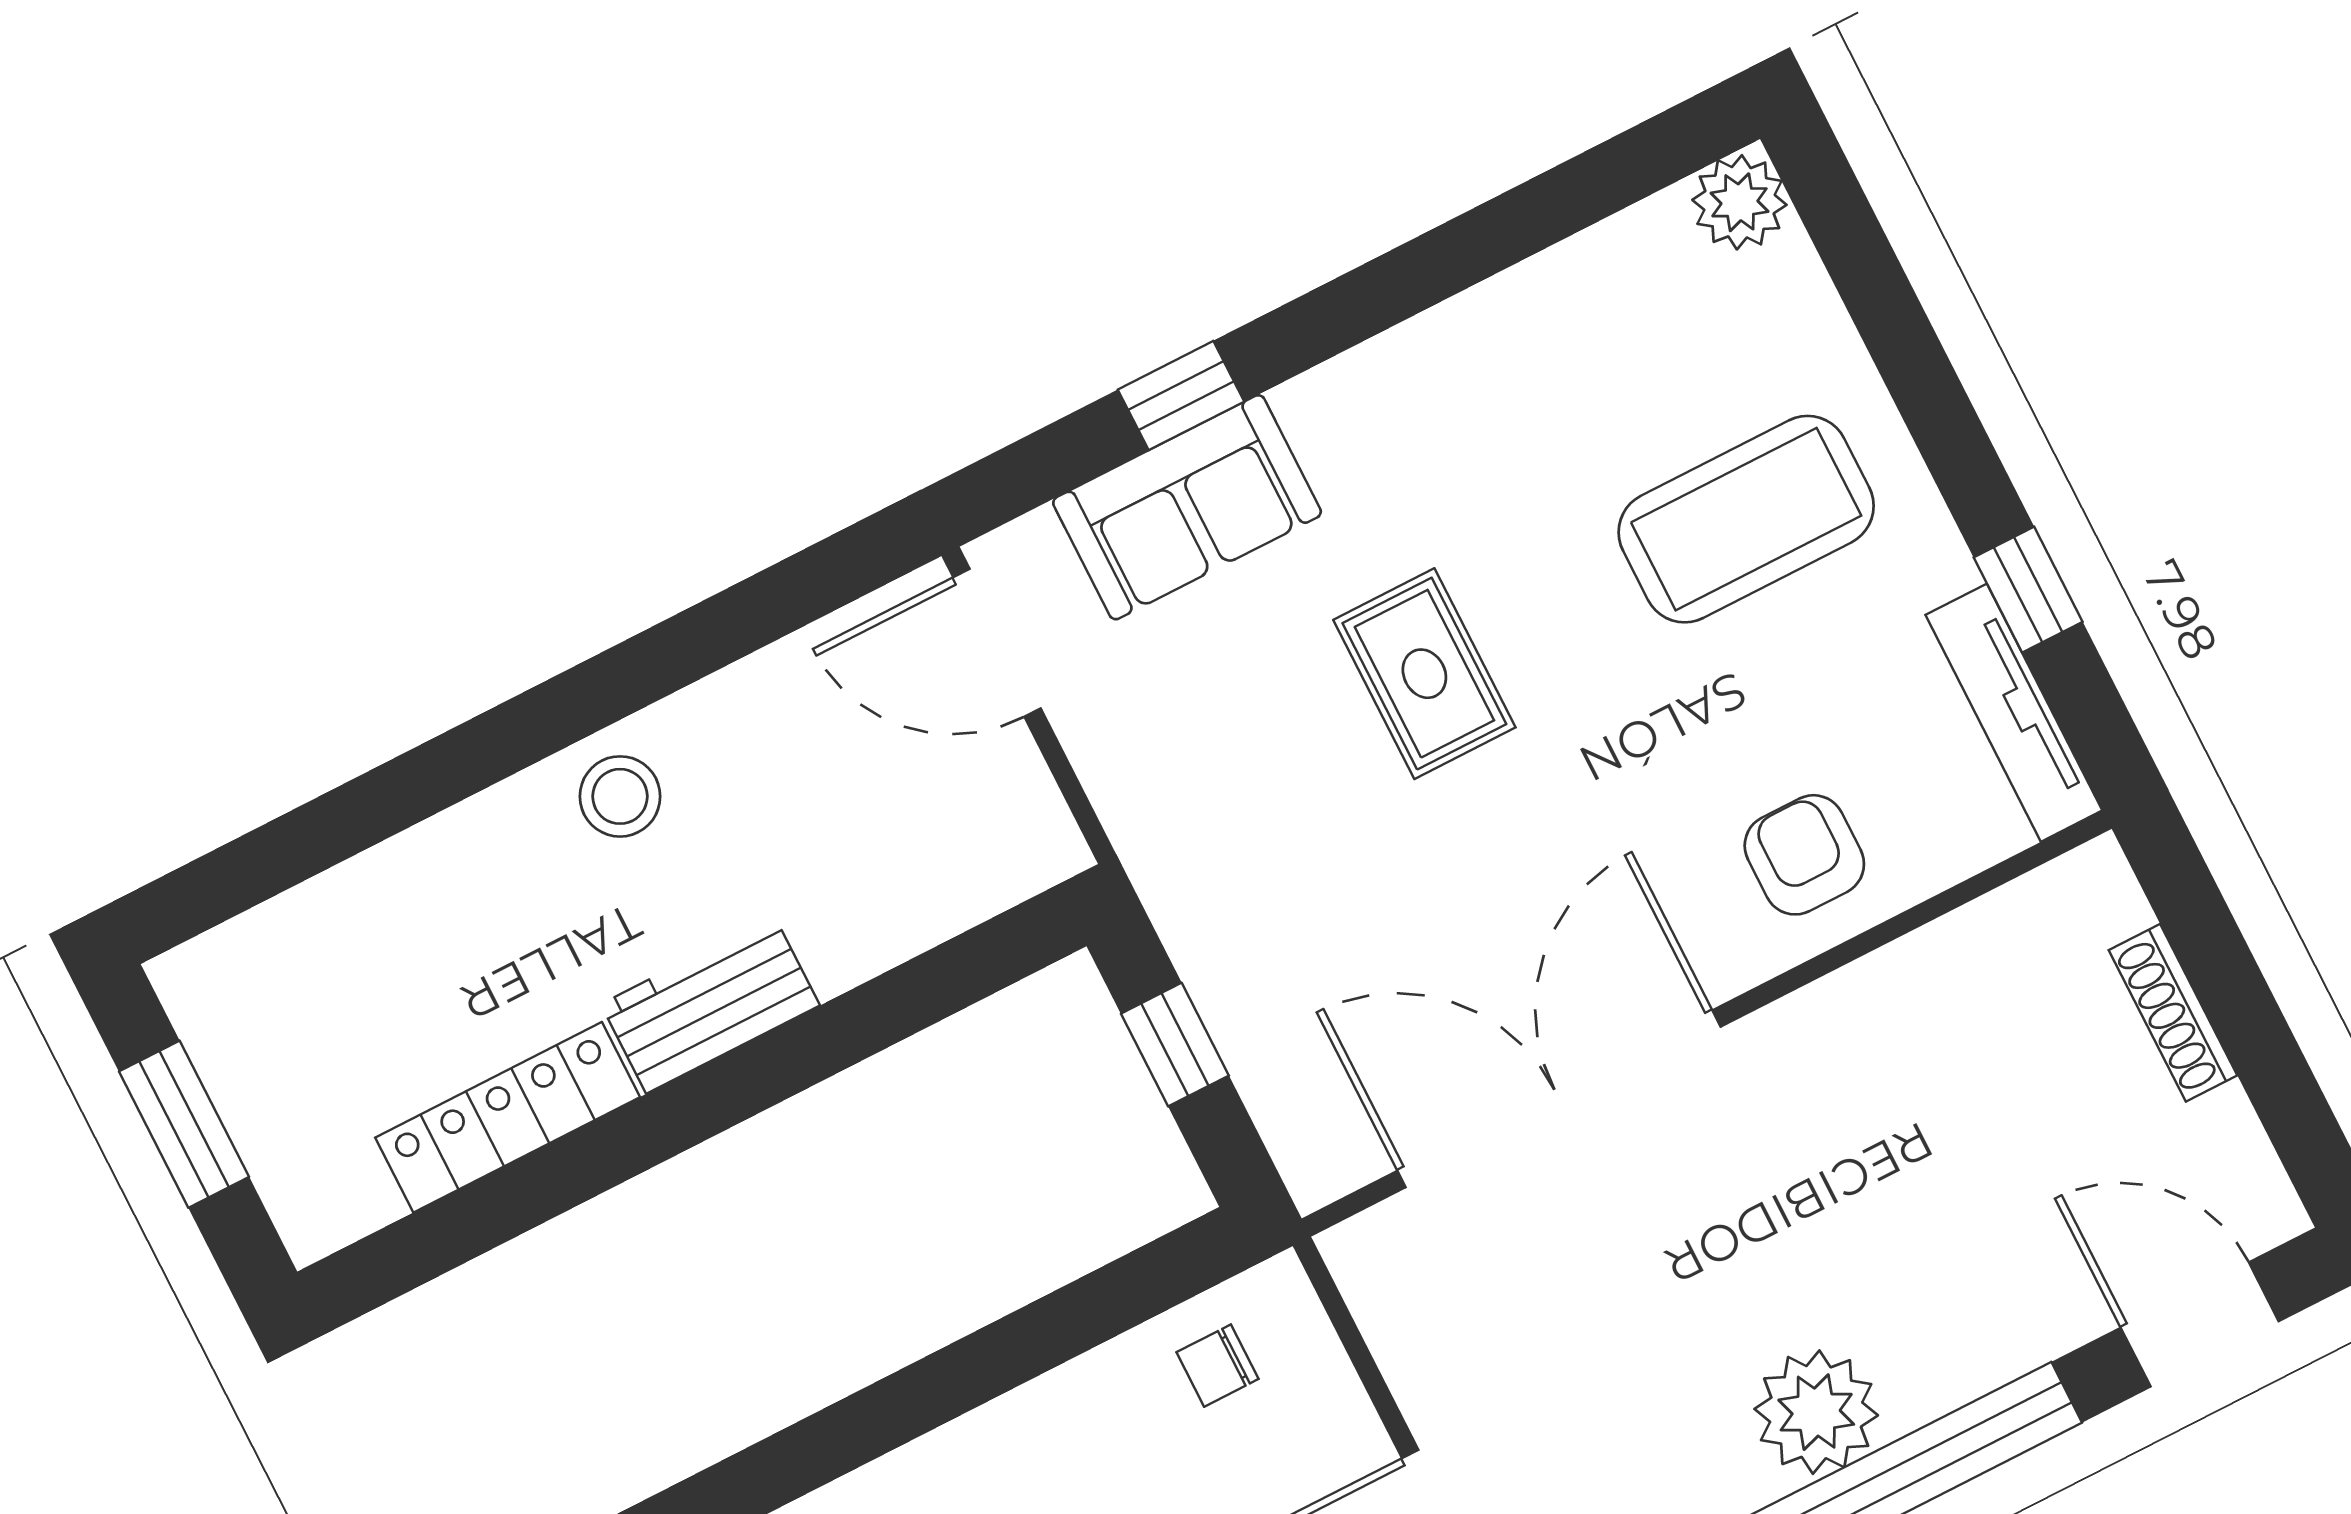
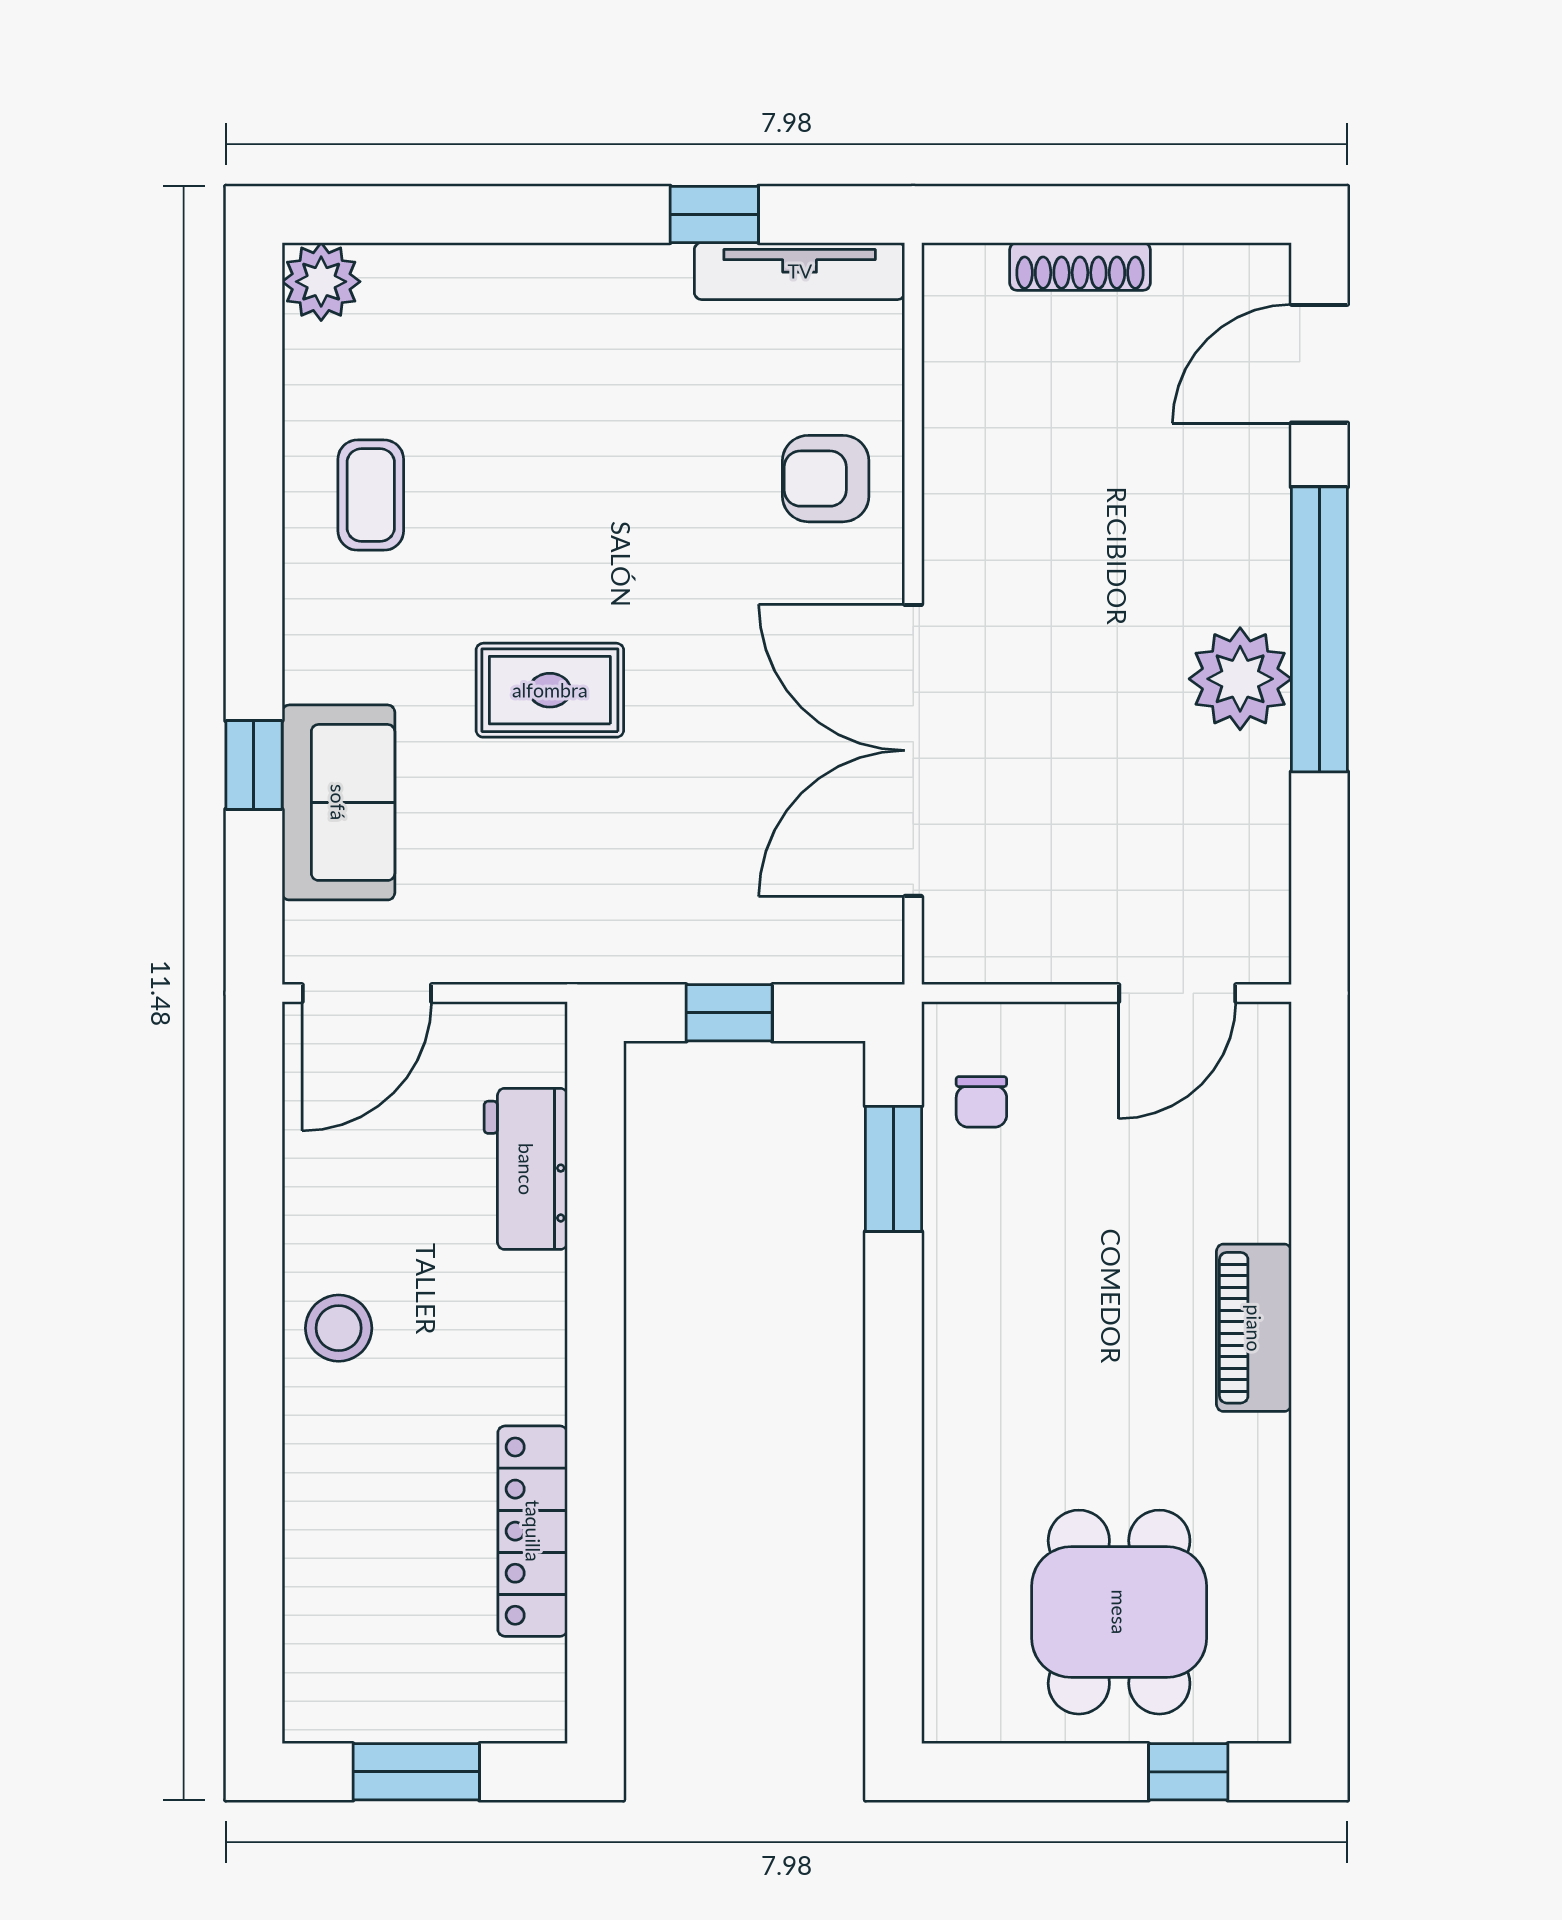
coffee table: (1746, 519) -> (371, 495), moved, width x0.54, depth x0.58
workbench: (710, 1005) -> (526, 1169), moved
window: (1097, 1308) -> (893, 1169), added

